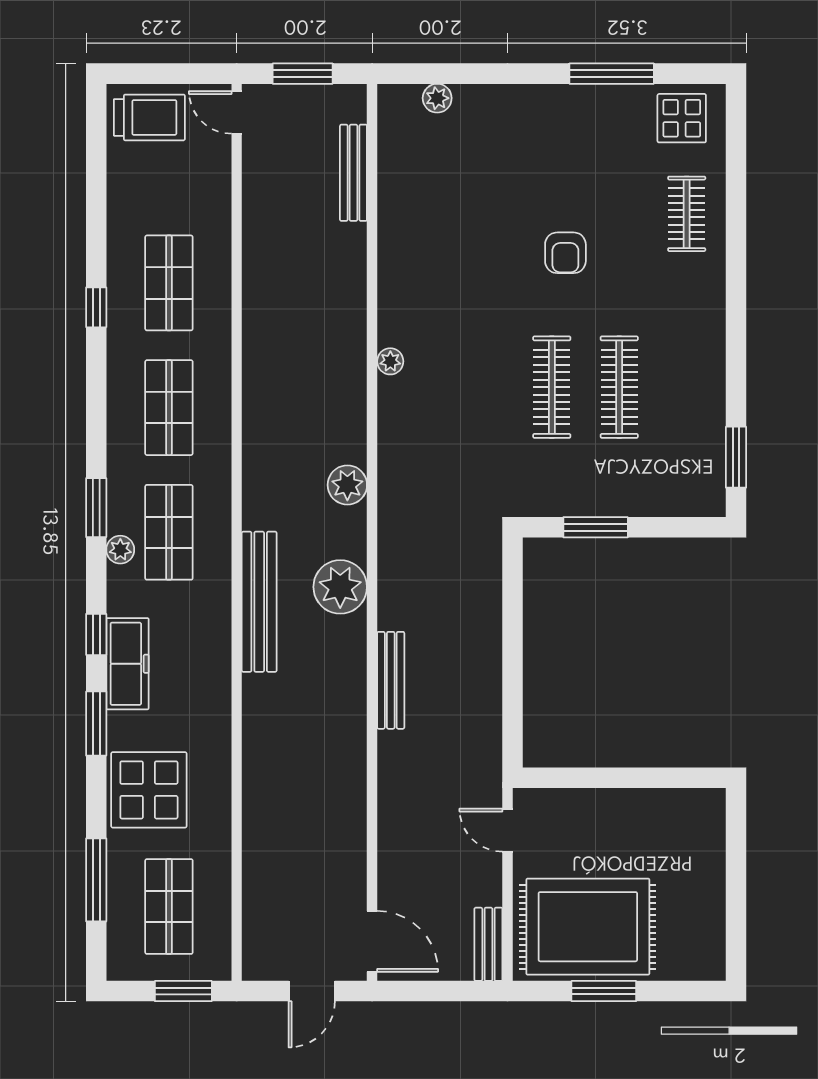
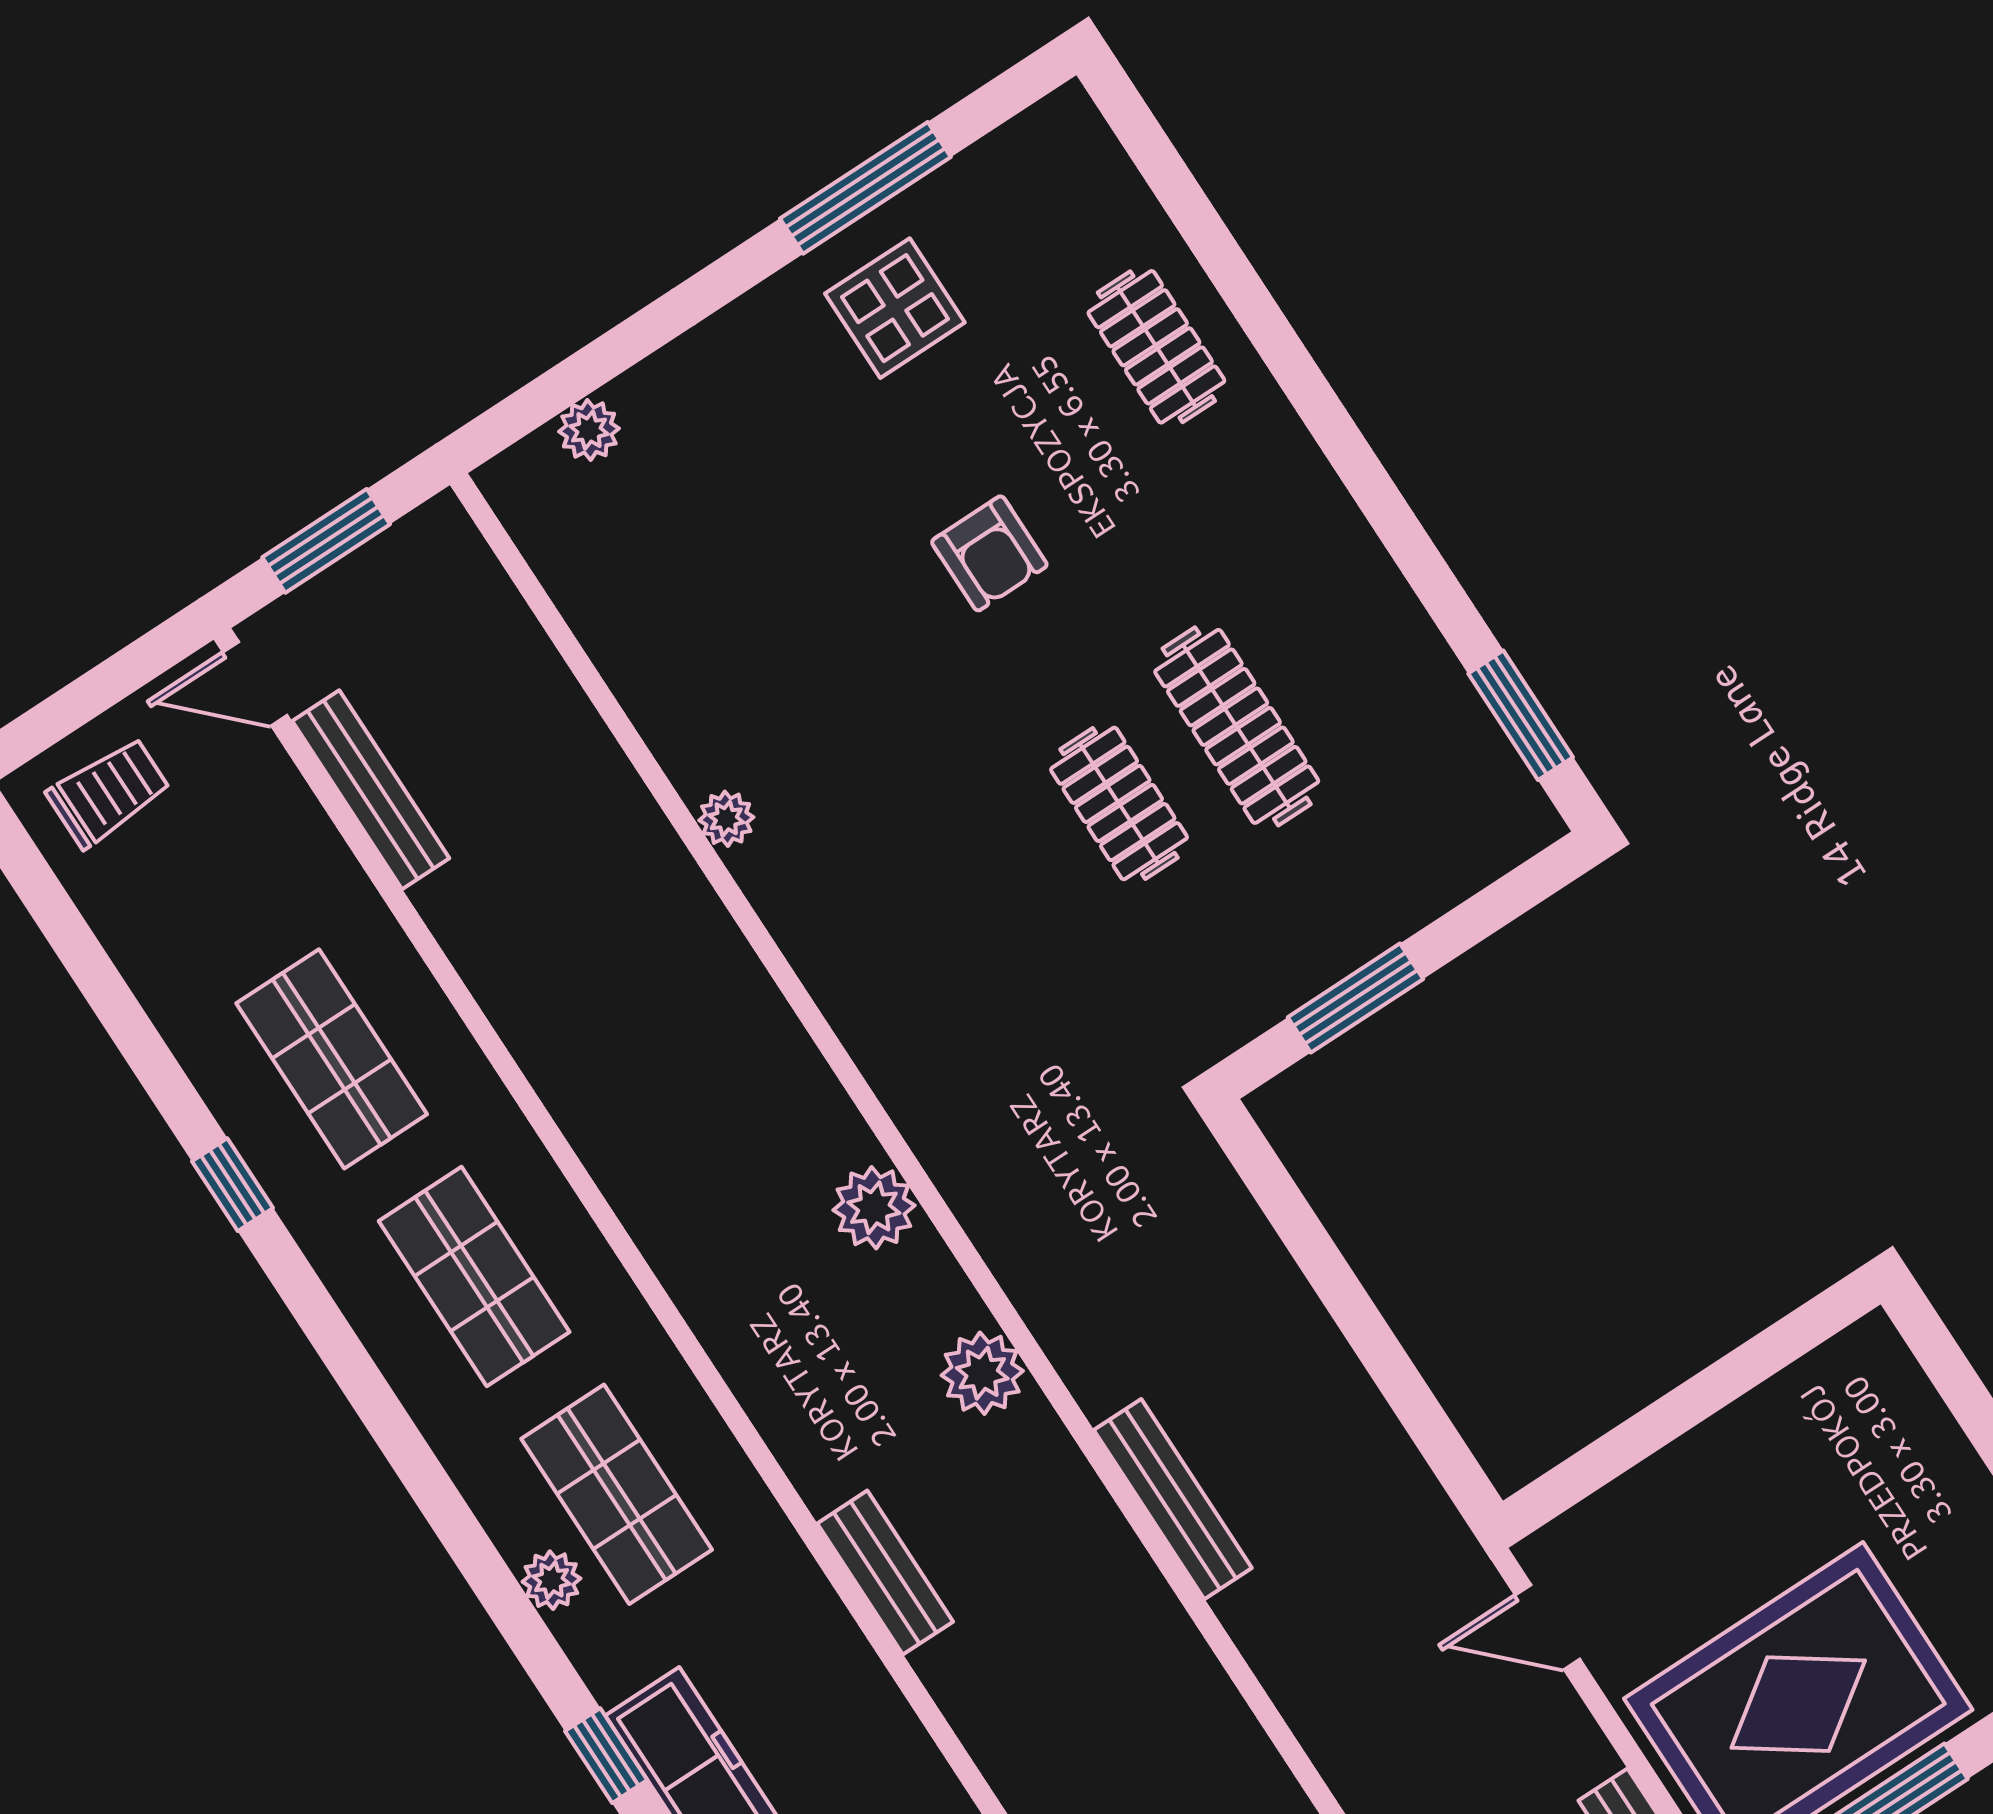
trolley: (149, 117) -> (109, 792), width x0.73, depth x0.72
display table: (682, 118) -> (895, 308), moved
bench: (353, 173) -> (371, 790), moved
plant: (390, 361) -> (726, 819), moved
clothes rail: (552, 387) -> (1119, 803), width x0.73
window: (96, 508) -> (461, 1534), removed
plant: (340, 587) -> (982, 1373), width x0.73, depth x0.73
bench: (259, 602) -> (885, 1573), width x0.54, depth x0.82

